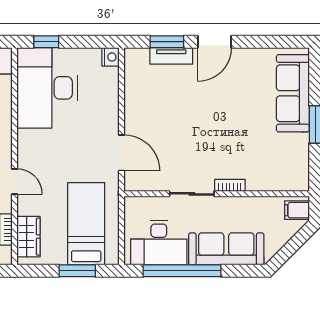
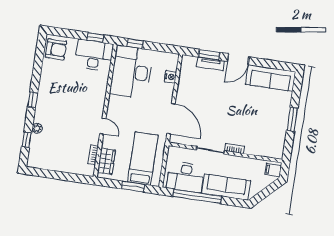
nightstand: (111, 57) -> (170, 77), moved
sofa: (293, 93) -> (271, 78), moved, turned -90
door: (121, 153) -> (171, 119), width x1.36

